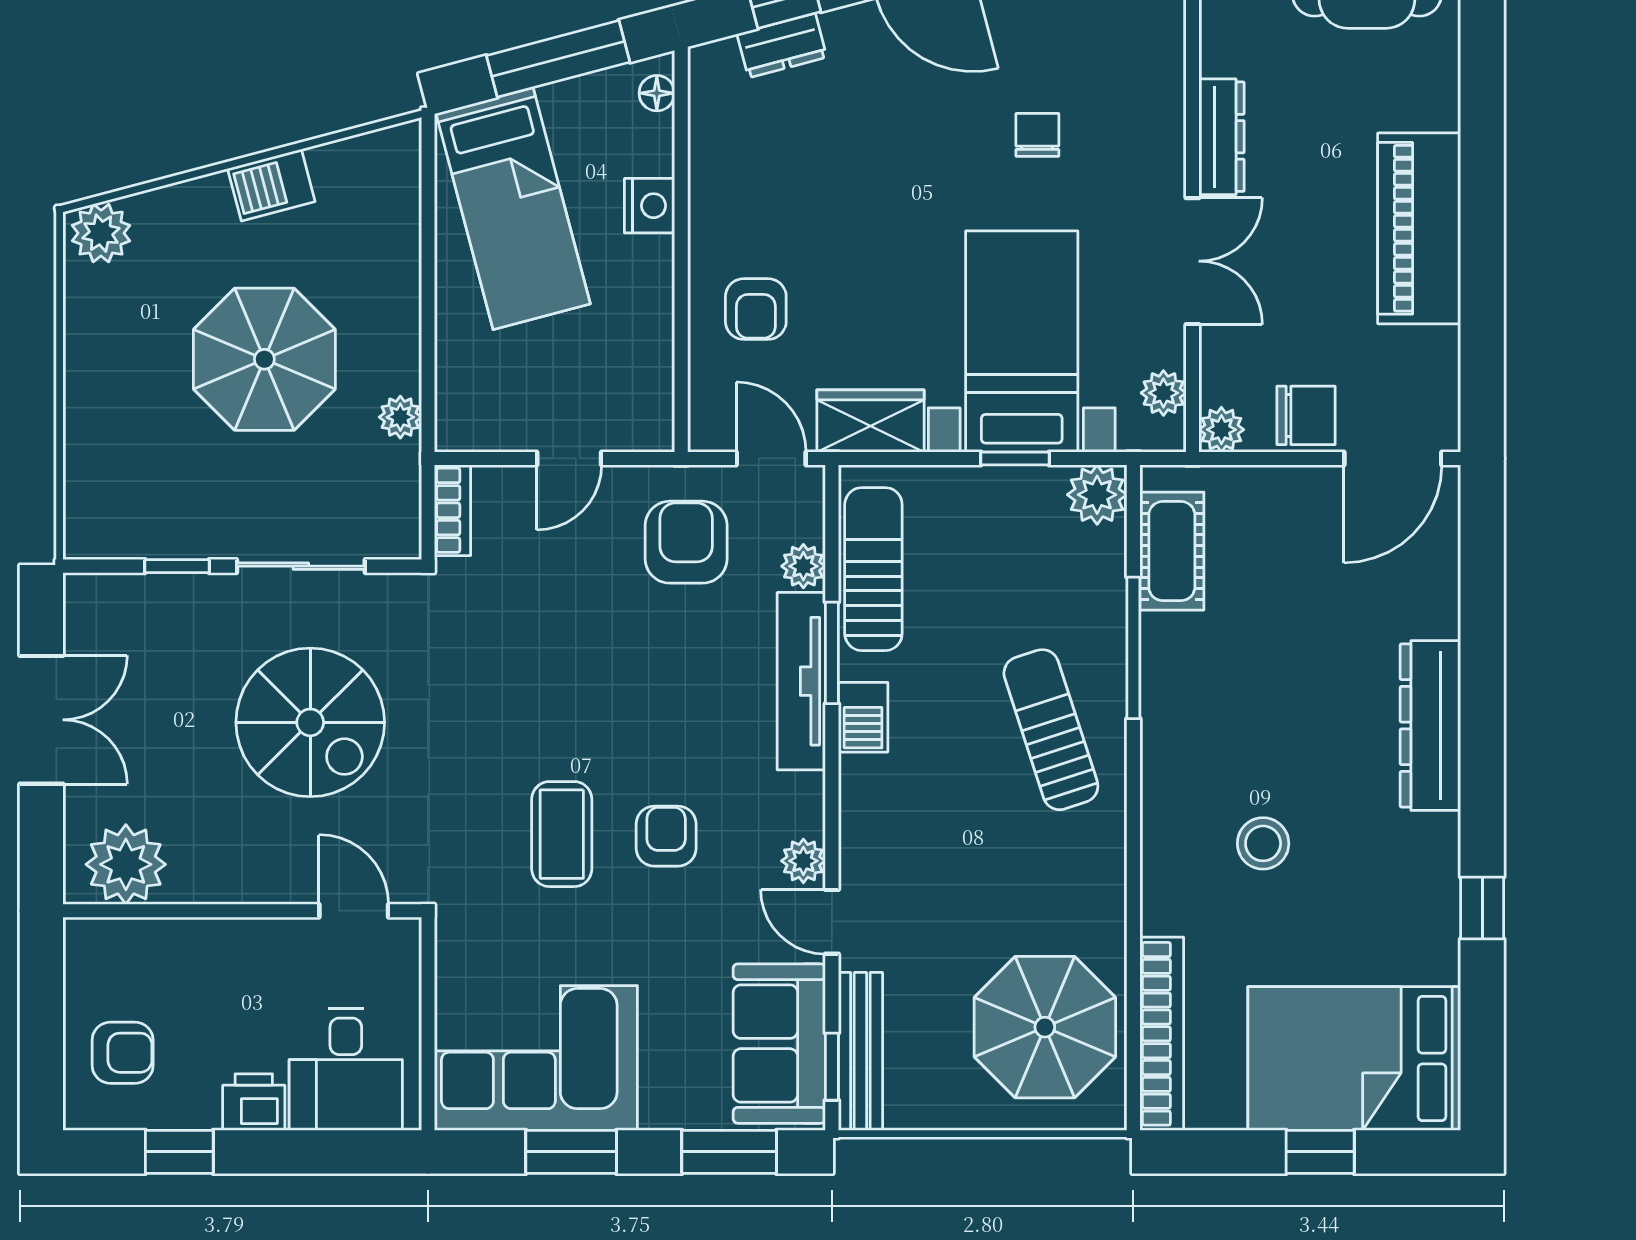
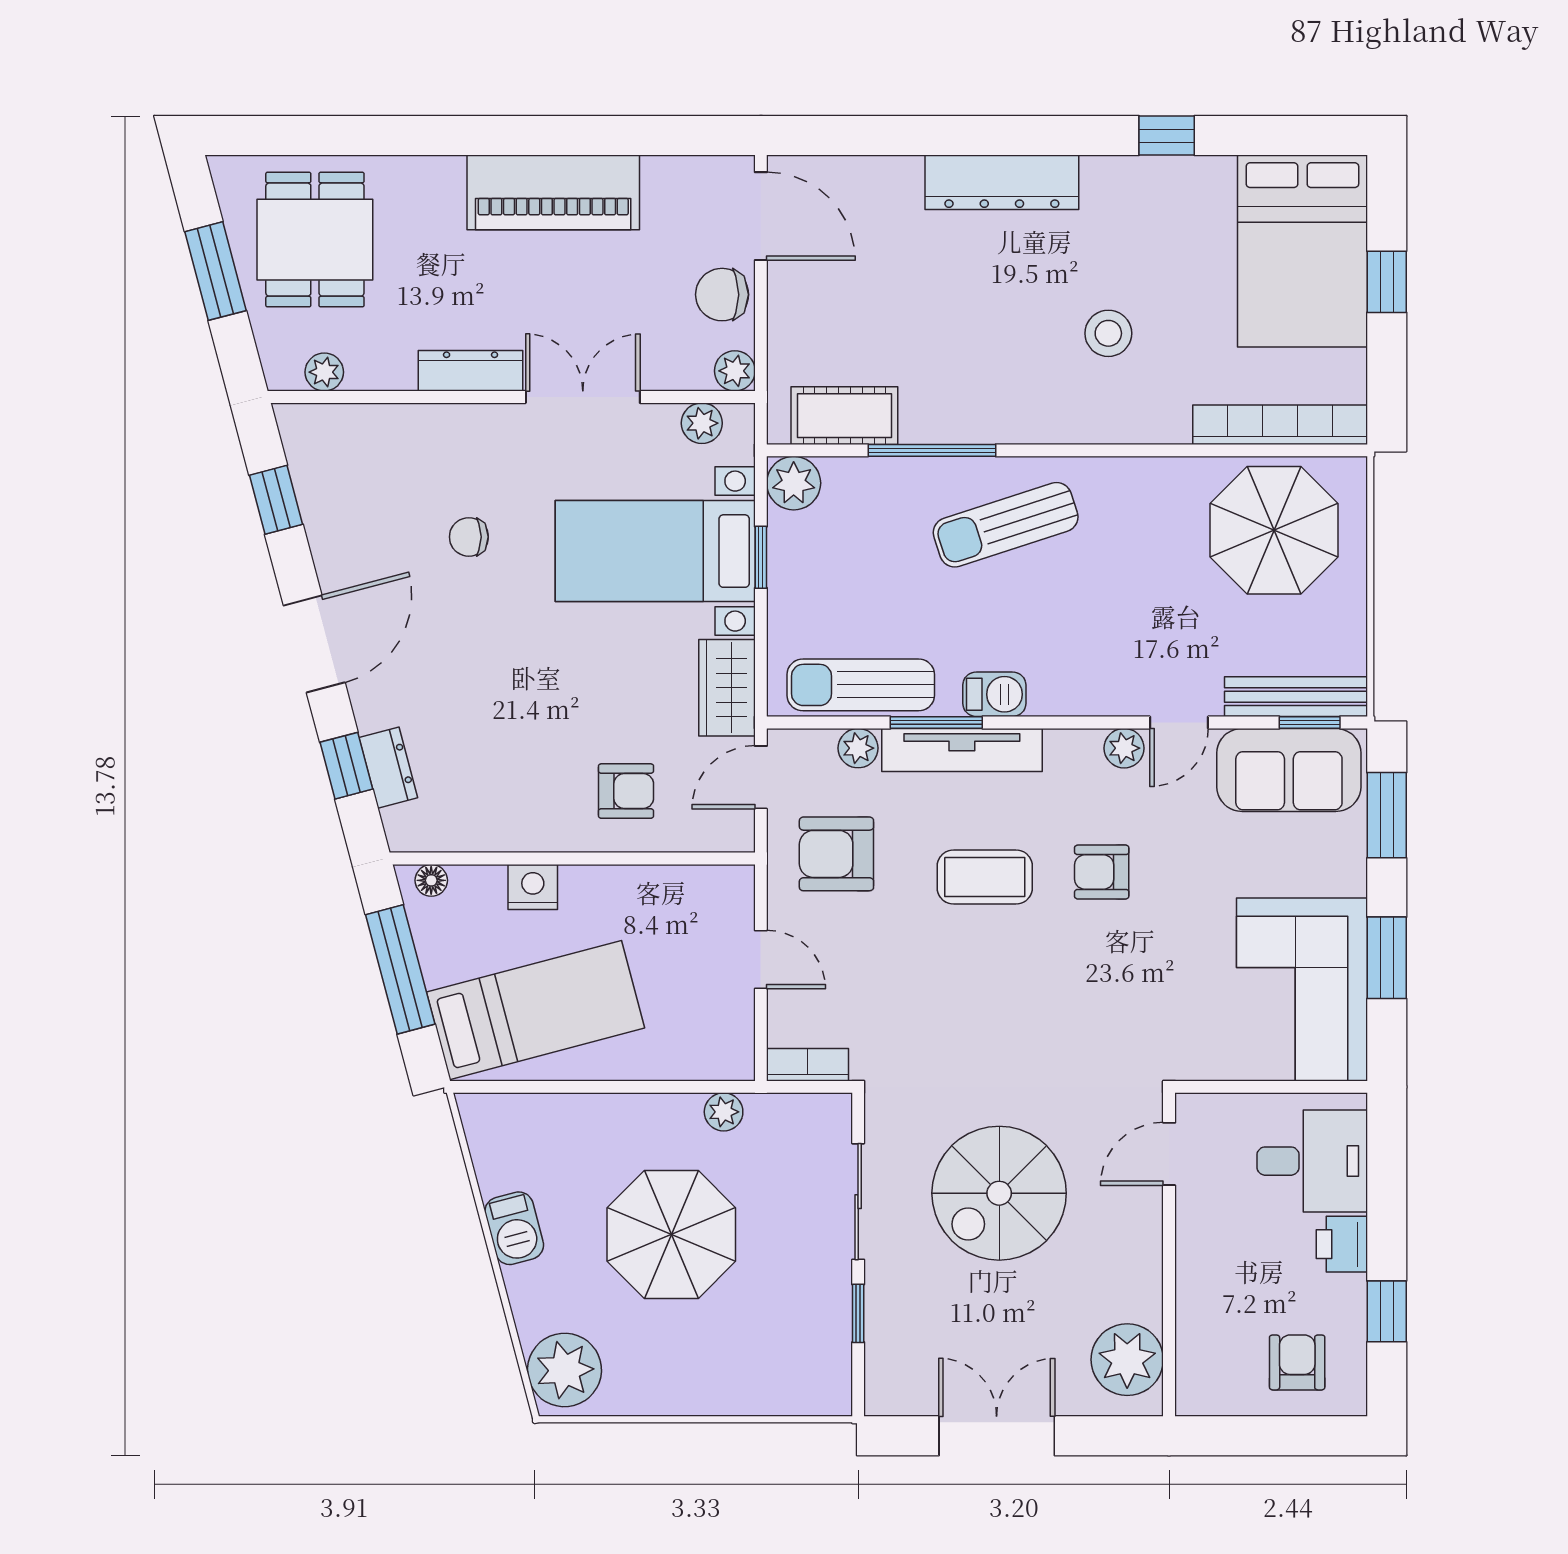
plant: (101, 233) -> (565, 1370), width x1.36, depth x1.36
chair: (1306, 415) -> (722, 295), turned -90
spiral stairs: (310, 722) -> (999, 1193), turned 180
coffee table: (562, 834) -> (985, 877), moved

